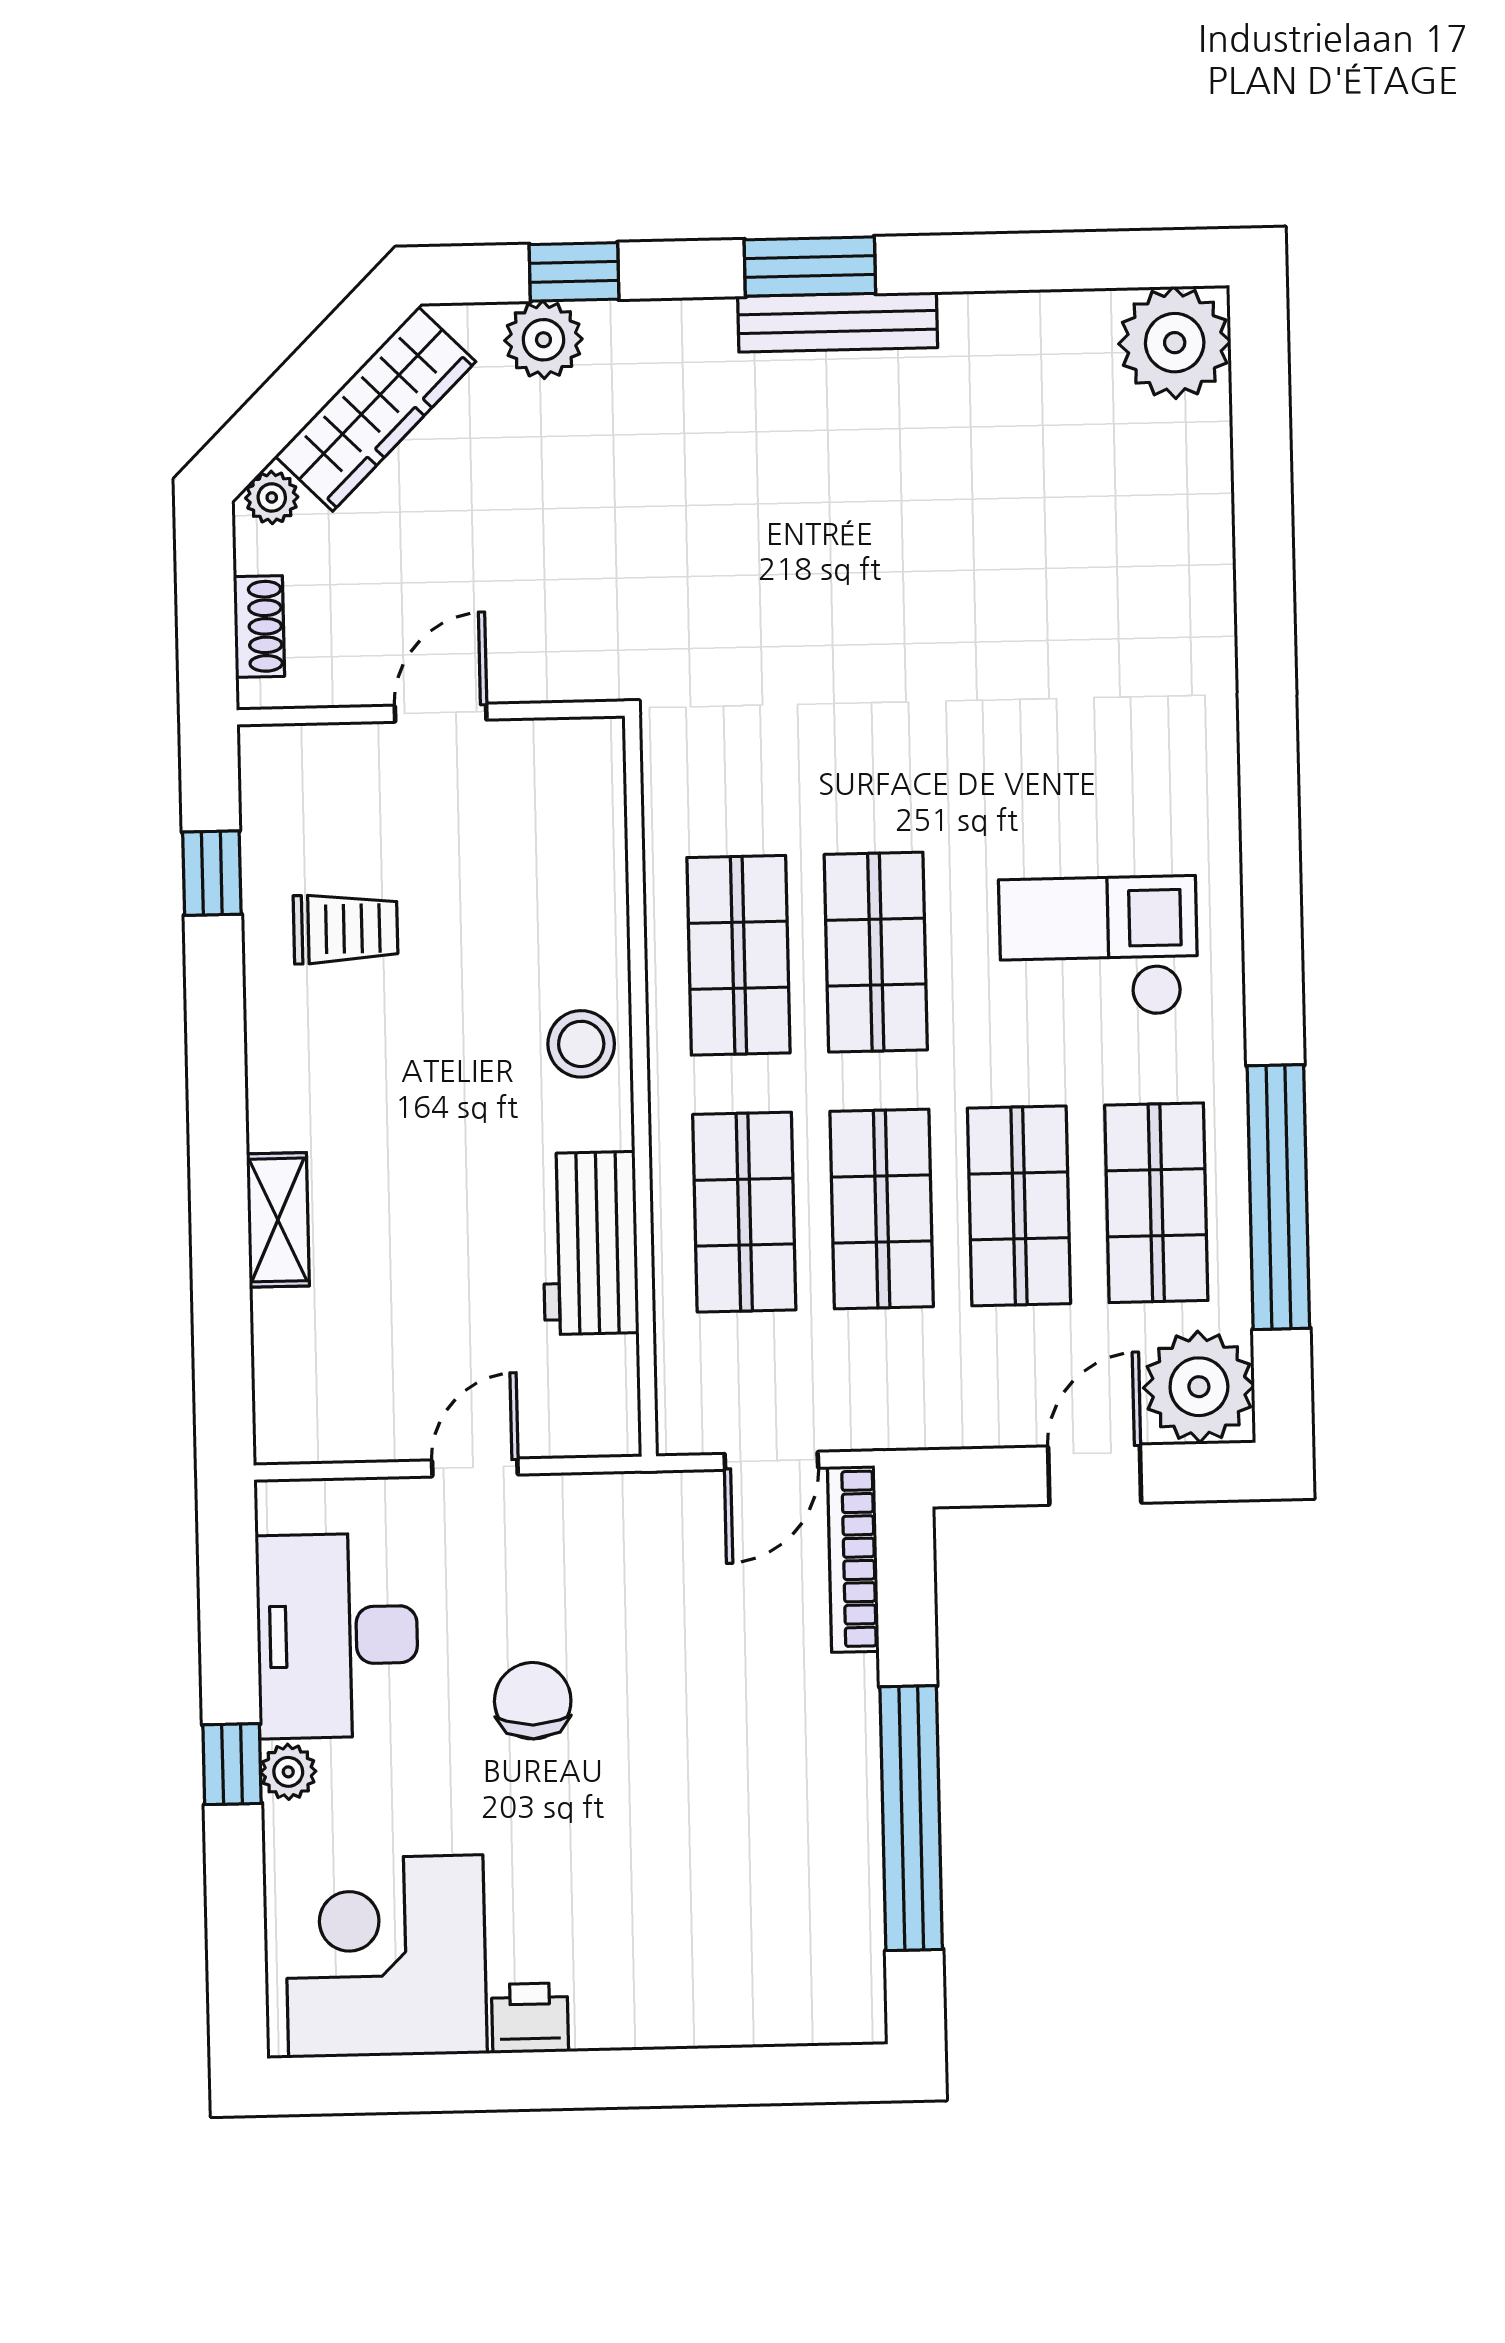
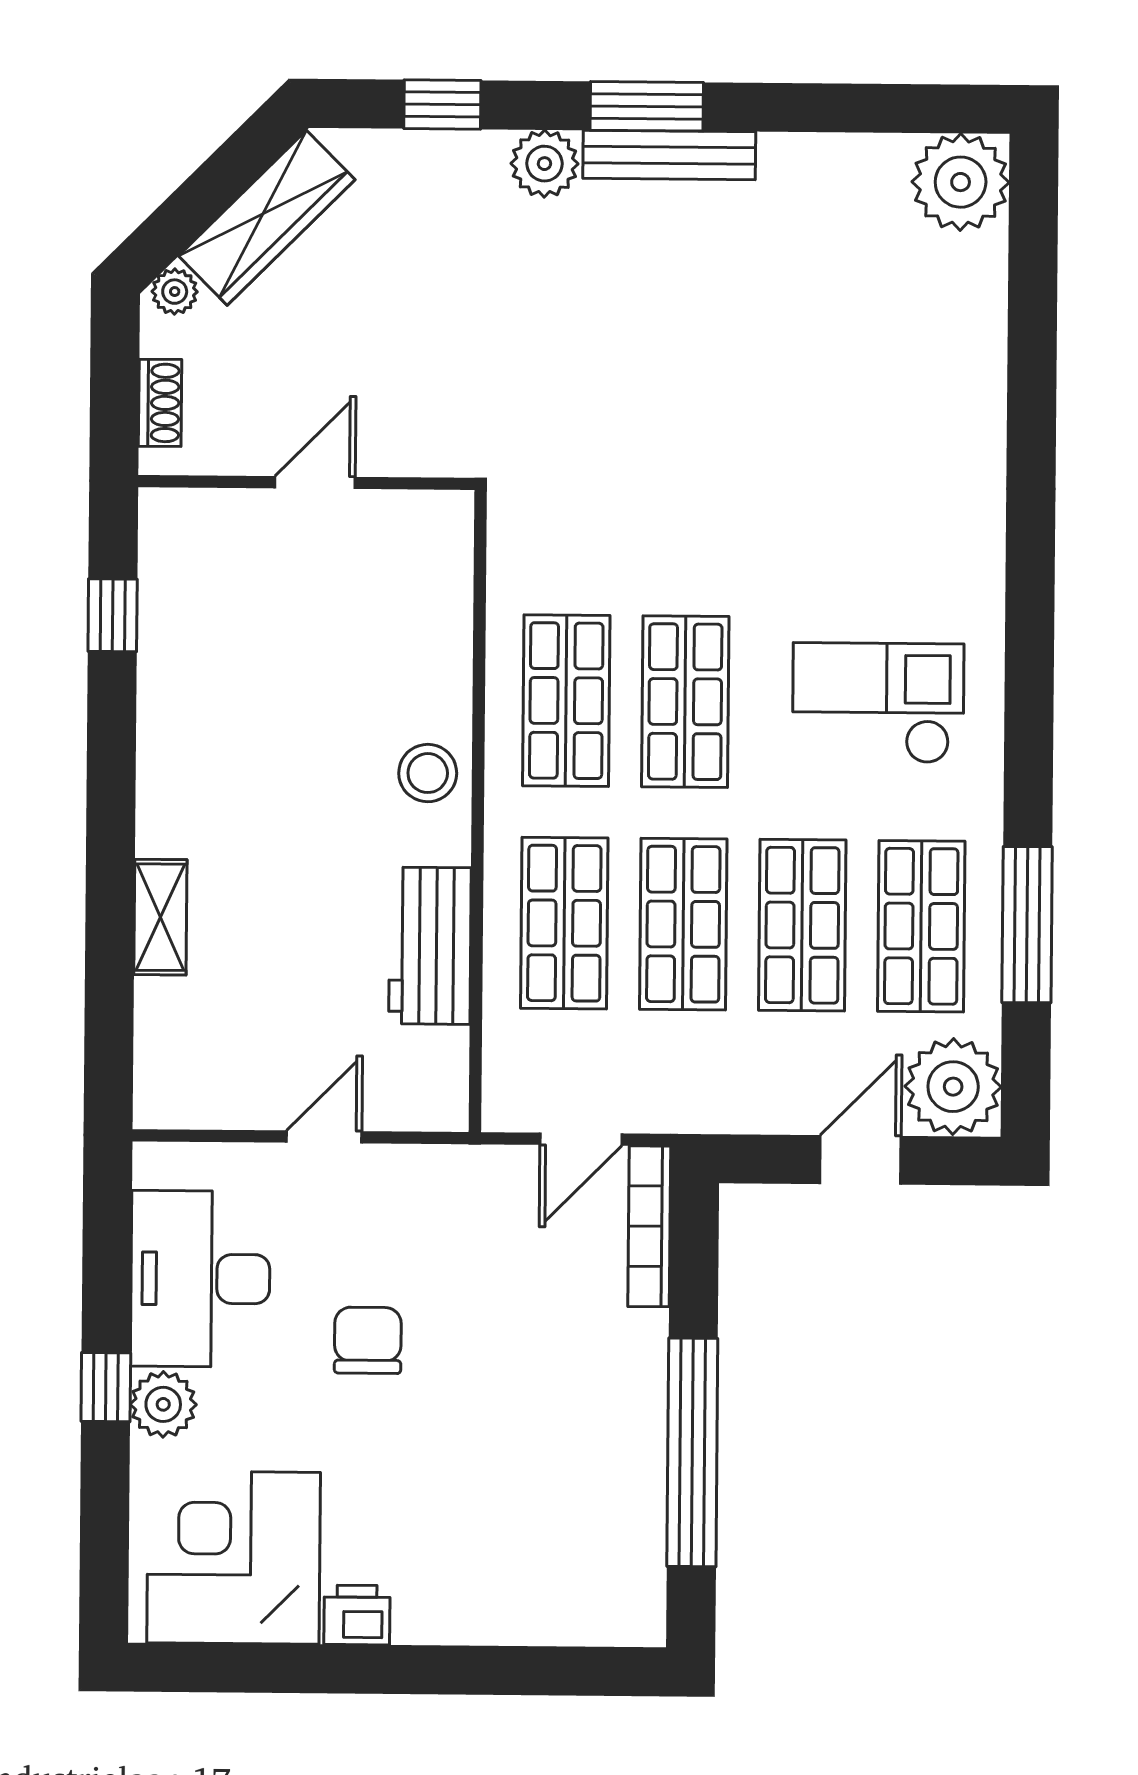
plant: (543, 340) -> (544, 164), moved
trolley: (346, 929) -> (227, 667), removed
window: (1278, 1197) -> (1027, 925), width x0.68
plant: (288, 1772) -> (163, 1404), width x1.38, depth x1.38

